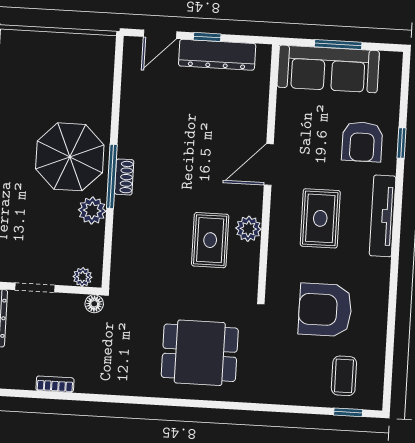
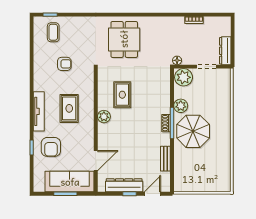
bench: (130, 104) -> (165, 159), added
armchair: (362, 142) -> (51, 147), turned 180
door: (269, 165) -> (96, 161), moved
plant: (248, 229) -> (104, 117), moved
plant: (82, 277) -> (184, 77), width x1.88, depth x1.88
armchair: (325, 310) -> (64, 64), width x0.53, depth x0.53
dining table: (200, 353) -> (124, 39), turned 90

